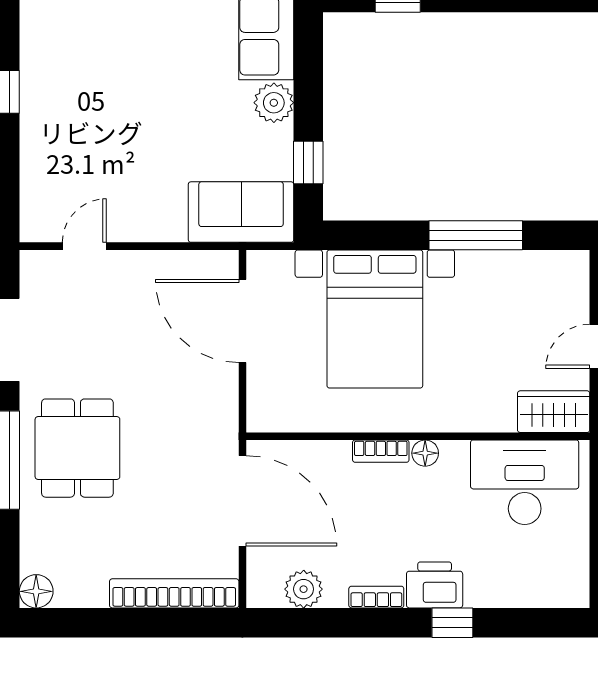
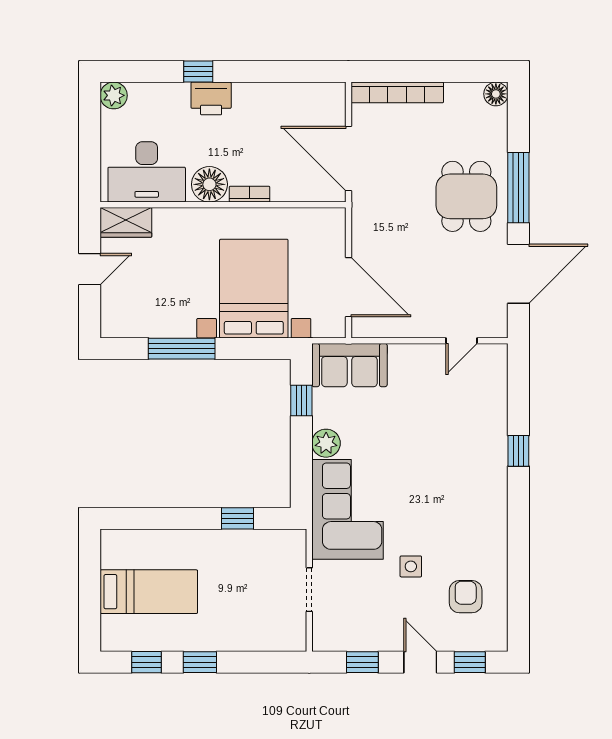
floor lamp: (425, 453) -> (209, 184), width x1.89, depth x1.89
plant: (304, 589) -> (114, 95), moved
bookcase: (376, 597) -> (253, 90), removed

